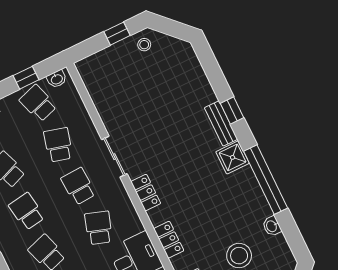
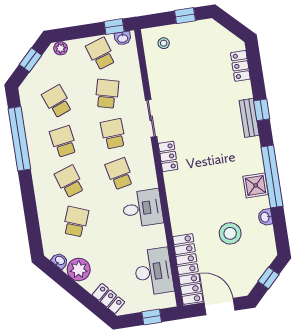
stool: (144, 45) -> (164, 43), moved
window: (26, 78) -> (114, 27), moved
shower: (233, 157) -> (256, 185), moved
school desk: (99, 228) -> (119, 174), turned -30
locker: (169, 240) -> (240, 66), moved, turned 180

